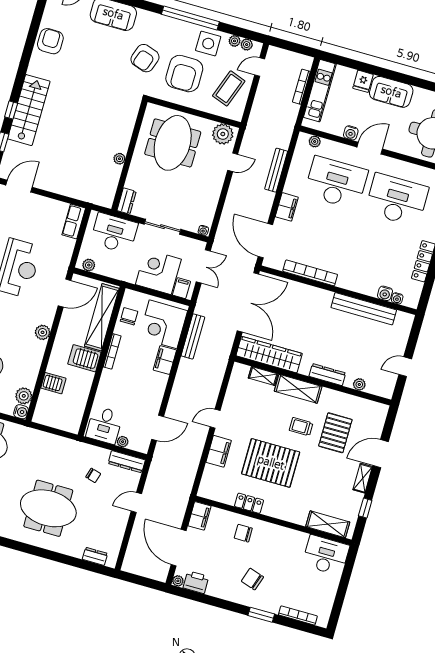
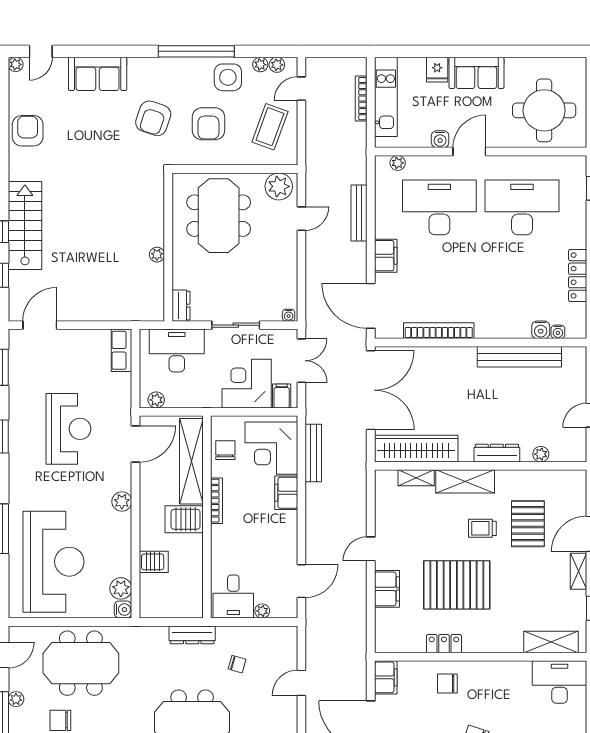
armchair: (184, 74) -> (208, 124), width x0.73, depth x0.73
dresser: (127, 462) -> (192, 635), moved

